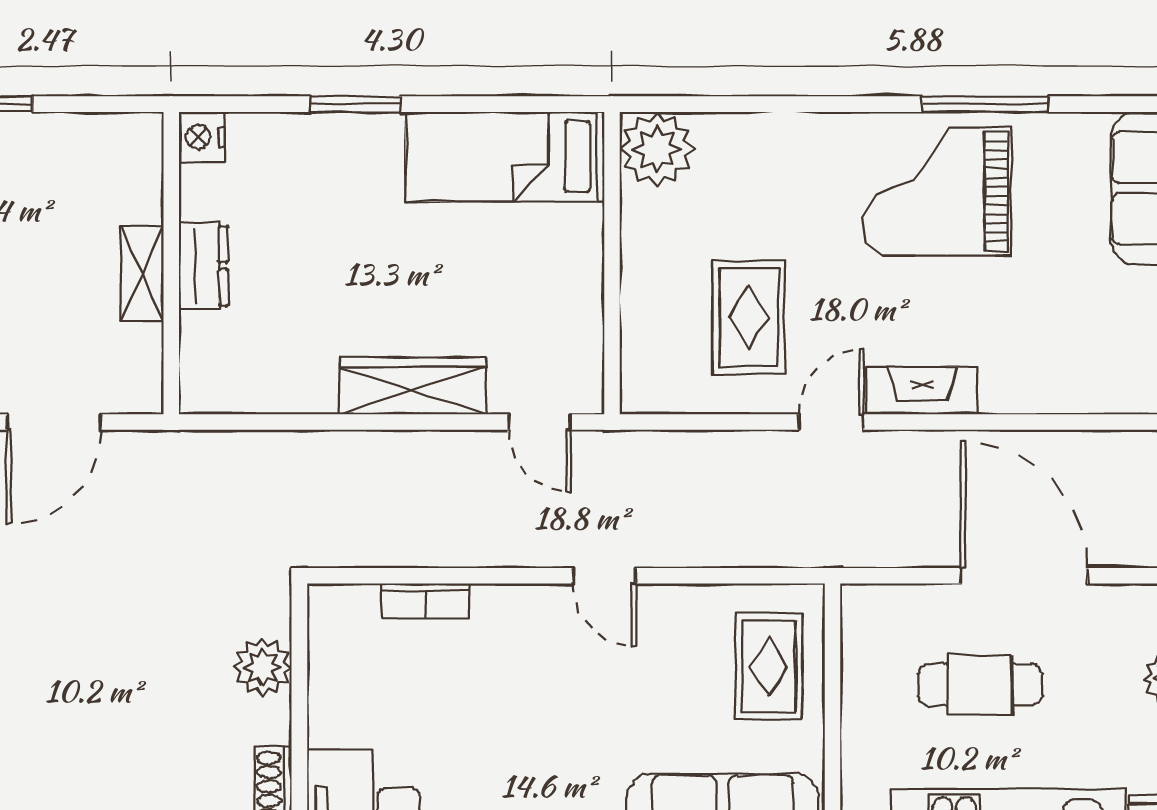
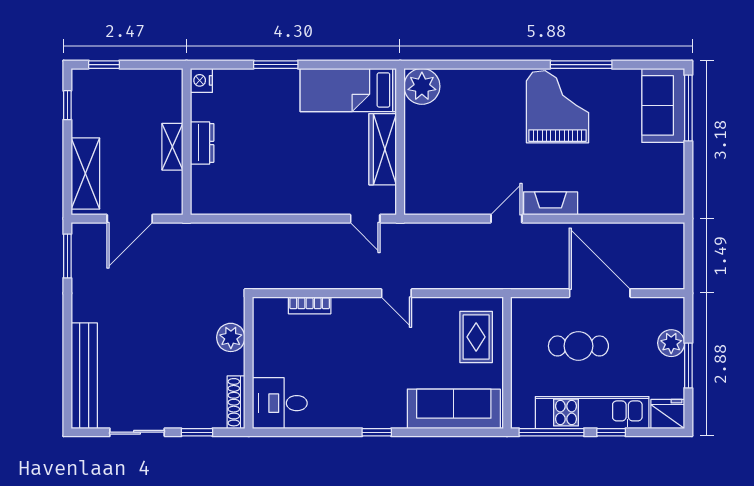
grand piano: (937, 191) -> (558, 107), turned 90
rug: (749, 318) -> (466, 168), removed
wardrobe: (413, 386) -> (383, 149), moved, turned -90

